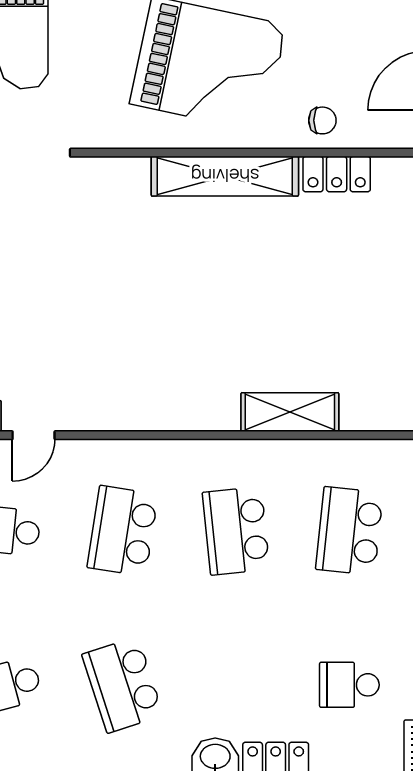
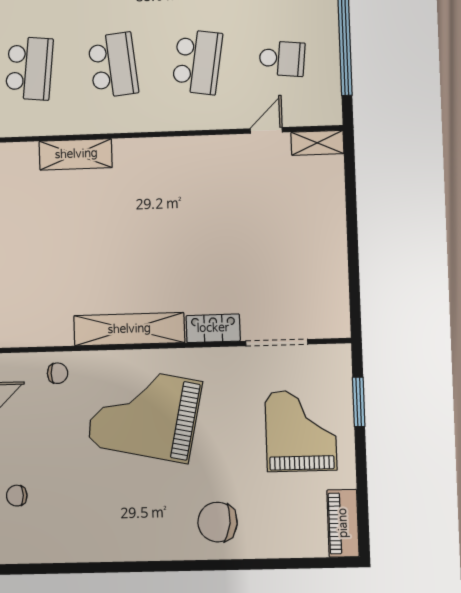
chair: (322, 120) -> (58, 373), turned 180
locker: (337, 174) -> (213, 328), moved

